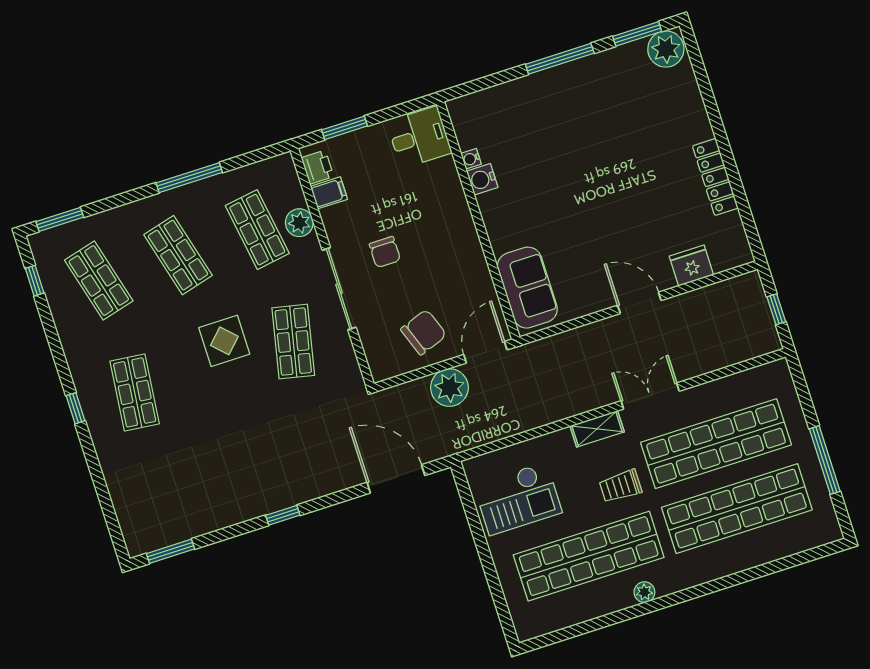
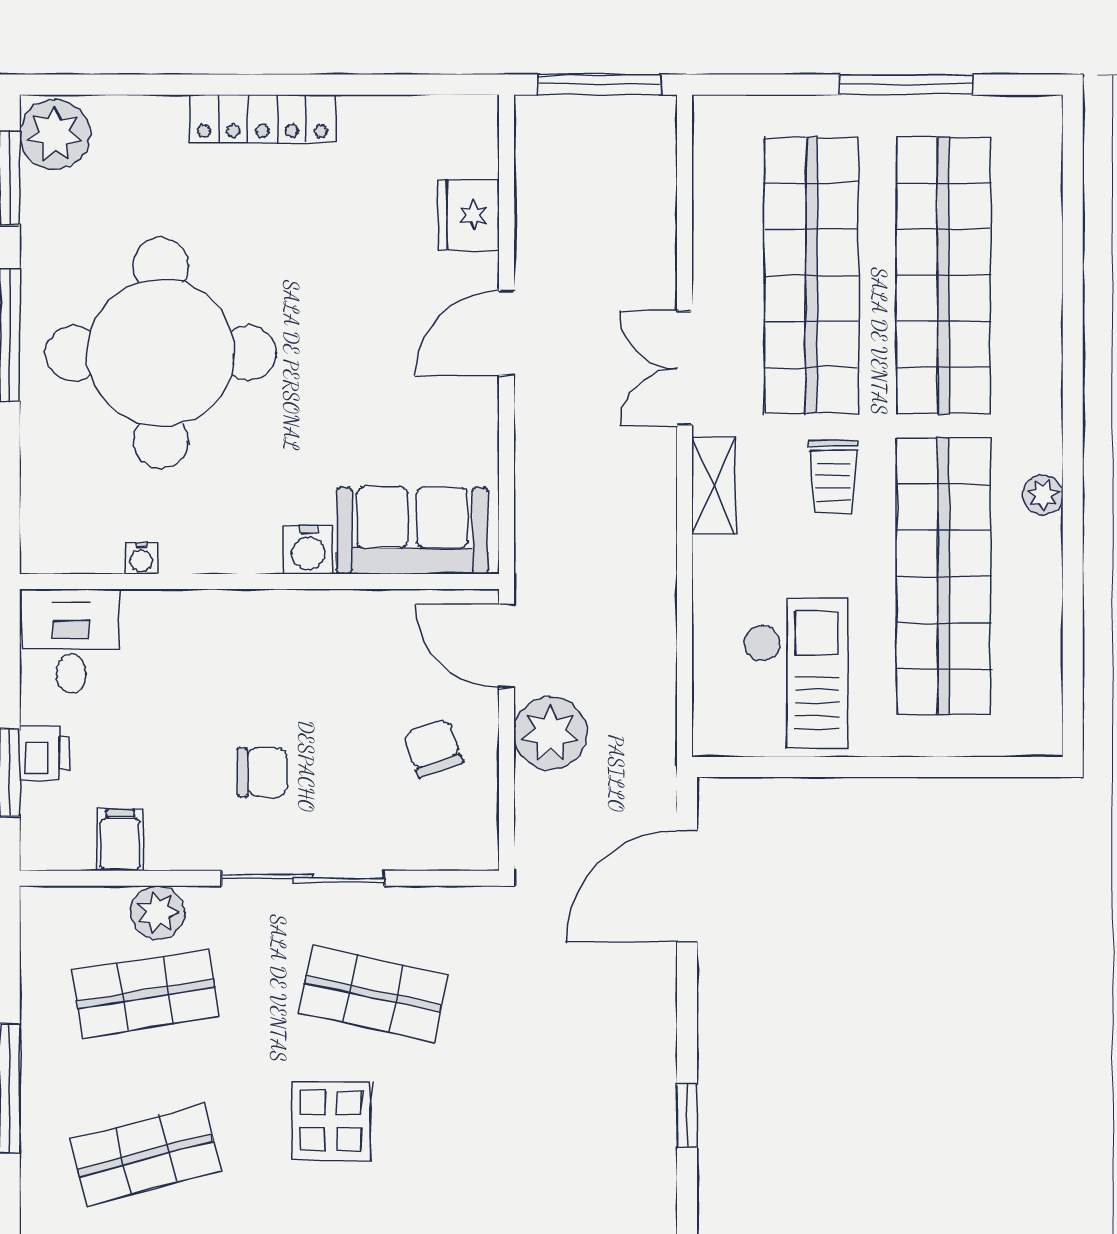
round table: (575, 136) -> (161, 353), added
printer: (318, 167) -> (44, 753), moved, turned 90
locker: (715, 177) -> (262, 119), moved
water cooler: (482, 179) -> (308, 550), moved
window: (776, 309) -> (599, 85), width x2.17
chair: (424, 332) -> (433, 748), width x0.73, depth x0.73

